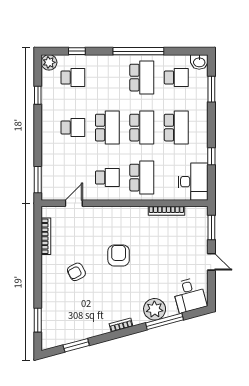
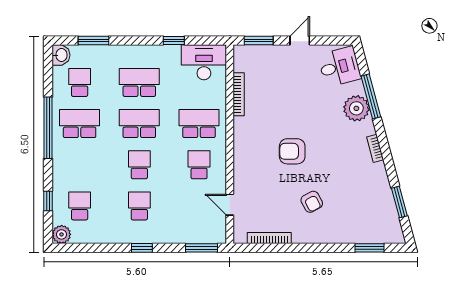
window: (38, 95) -> (142, 248), moved
school desk: (107, 128) -> (139, 165), width x0.54

